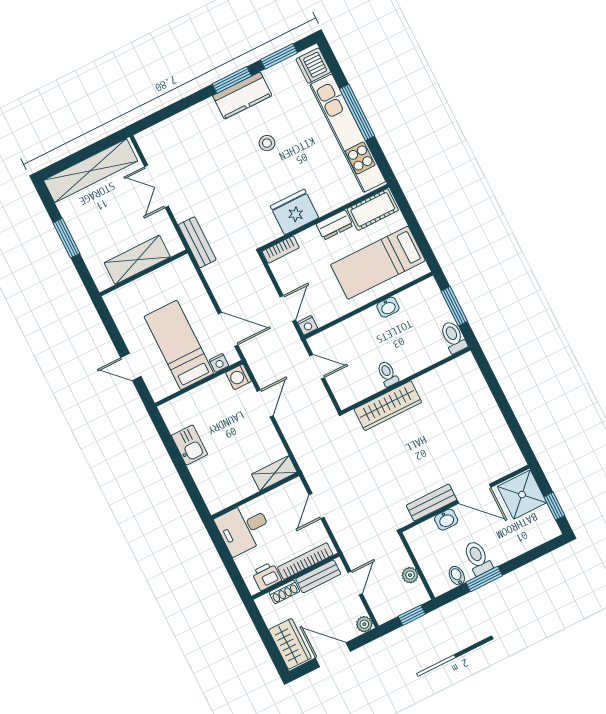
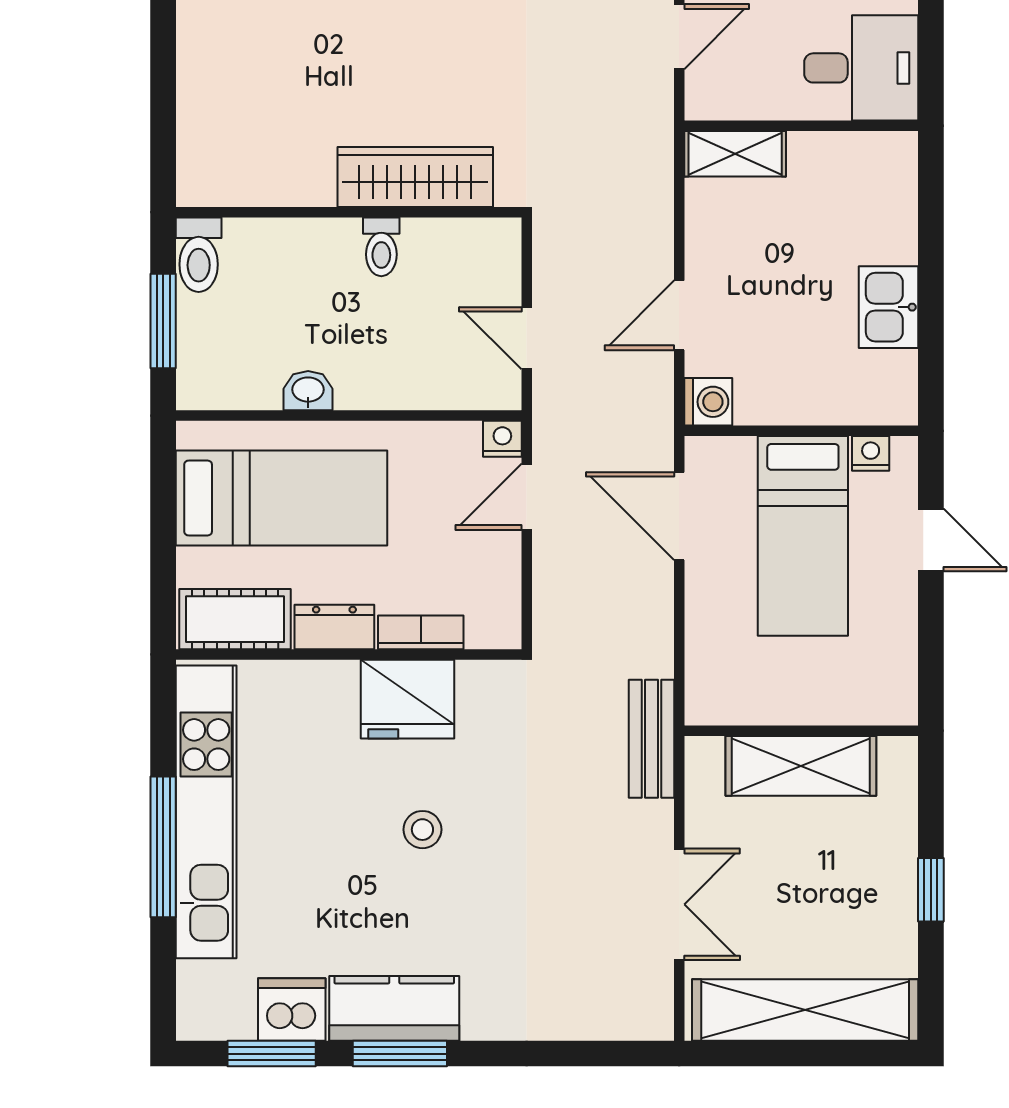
dishwasher: (313, 66) -> (292, 1009), moved, turned -90
stool: (267, 143) -> (422, 830), moved
window: (66, 238) -> (931, 890), width x0.67
bookcase: (281, 250) -> (421, 632), moved
nightstand: (219, 363) -> (871, 453), moved

